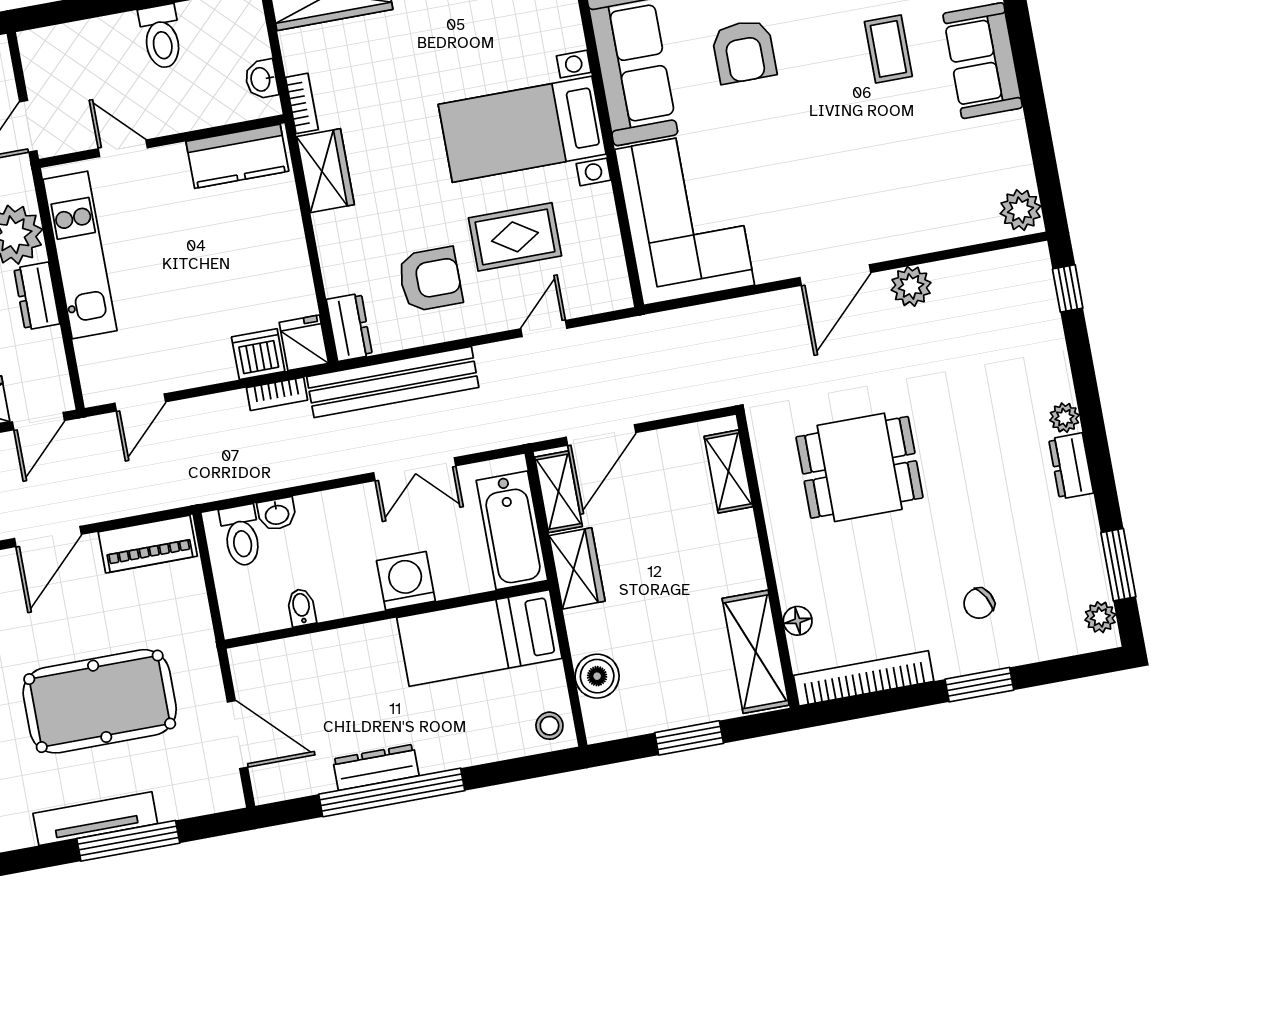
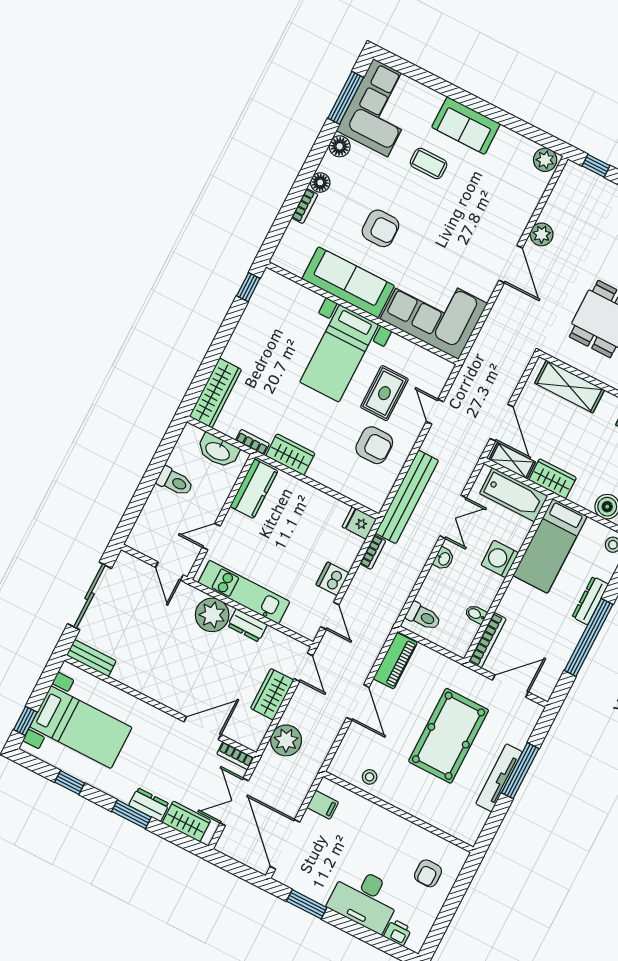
washbasin: (261, 79) -> (218, 451), width x1.91, depth x1.45
armchair: (430, 279) -> (374, 445), turned 90
dresser: (349, 327) -> (368, 497), removed
dishwasher: (258, 354) -> (332, 579), moved
shelving: (728, 471) -> (570, 386), width x1.50, depth x1.33
washbasin: (277, 514) -> (444, 559), moved
bookcase: (277, 652) -> (488, 640), added
dresser: (376, 767) -> (590, 601), moved

